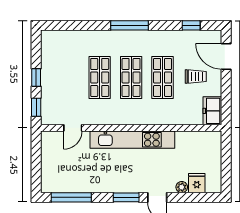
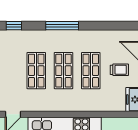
window: (191, 25) -> (14, 26), moved

